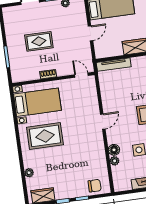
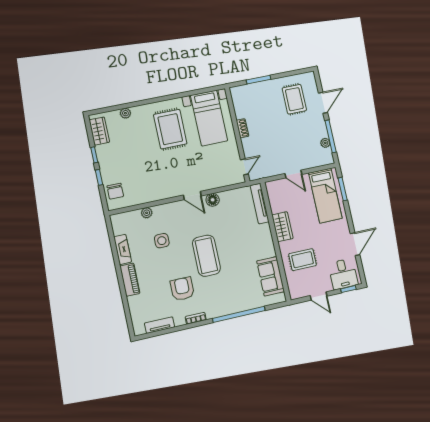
rug: (39, 41) -> (294, 99), moved
floor lamp: (114, 150) -> (213, 200), moved

